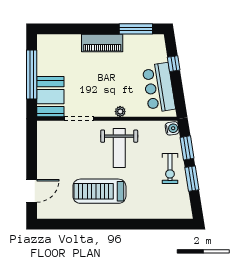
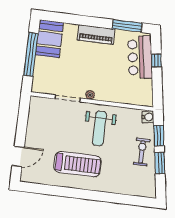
bar counter: (159, 88) -> (140, 57), moved
booth: (50, 97) -> (49, 39), moved
plant: (120, 112) -> (90, 95), moved
exercise bike: (170, 168) -> (142, 152), turned 180
treadmill: (99, 191) -> (77, 164), turned 180

